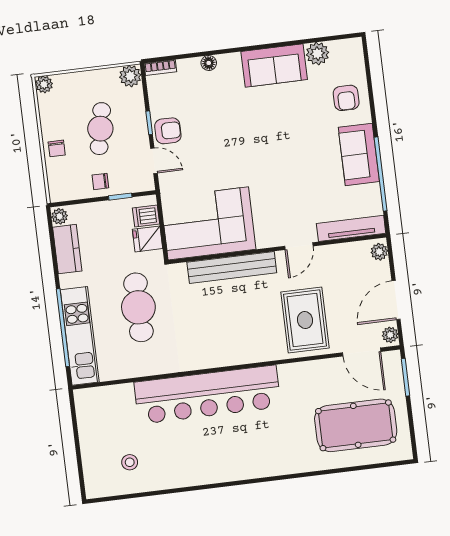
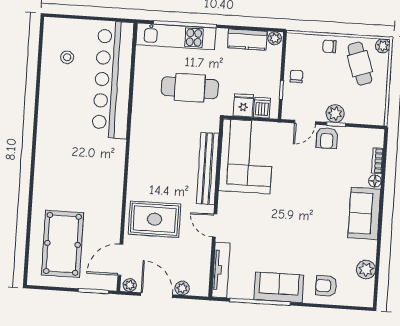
sofa: (274, 66) -> (364, 213), moved
bookcase: (160, 68) -> (377, 161), moved
plant: (130, 76) -> (335, 114), moved
cafe table: (100, 129) -> (360, 64), moved, turned 60
plant: (379, 252) -> (182, 288), moved
bar counter: (207, 395) -> (113, 80), moved

